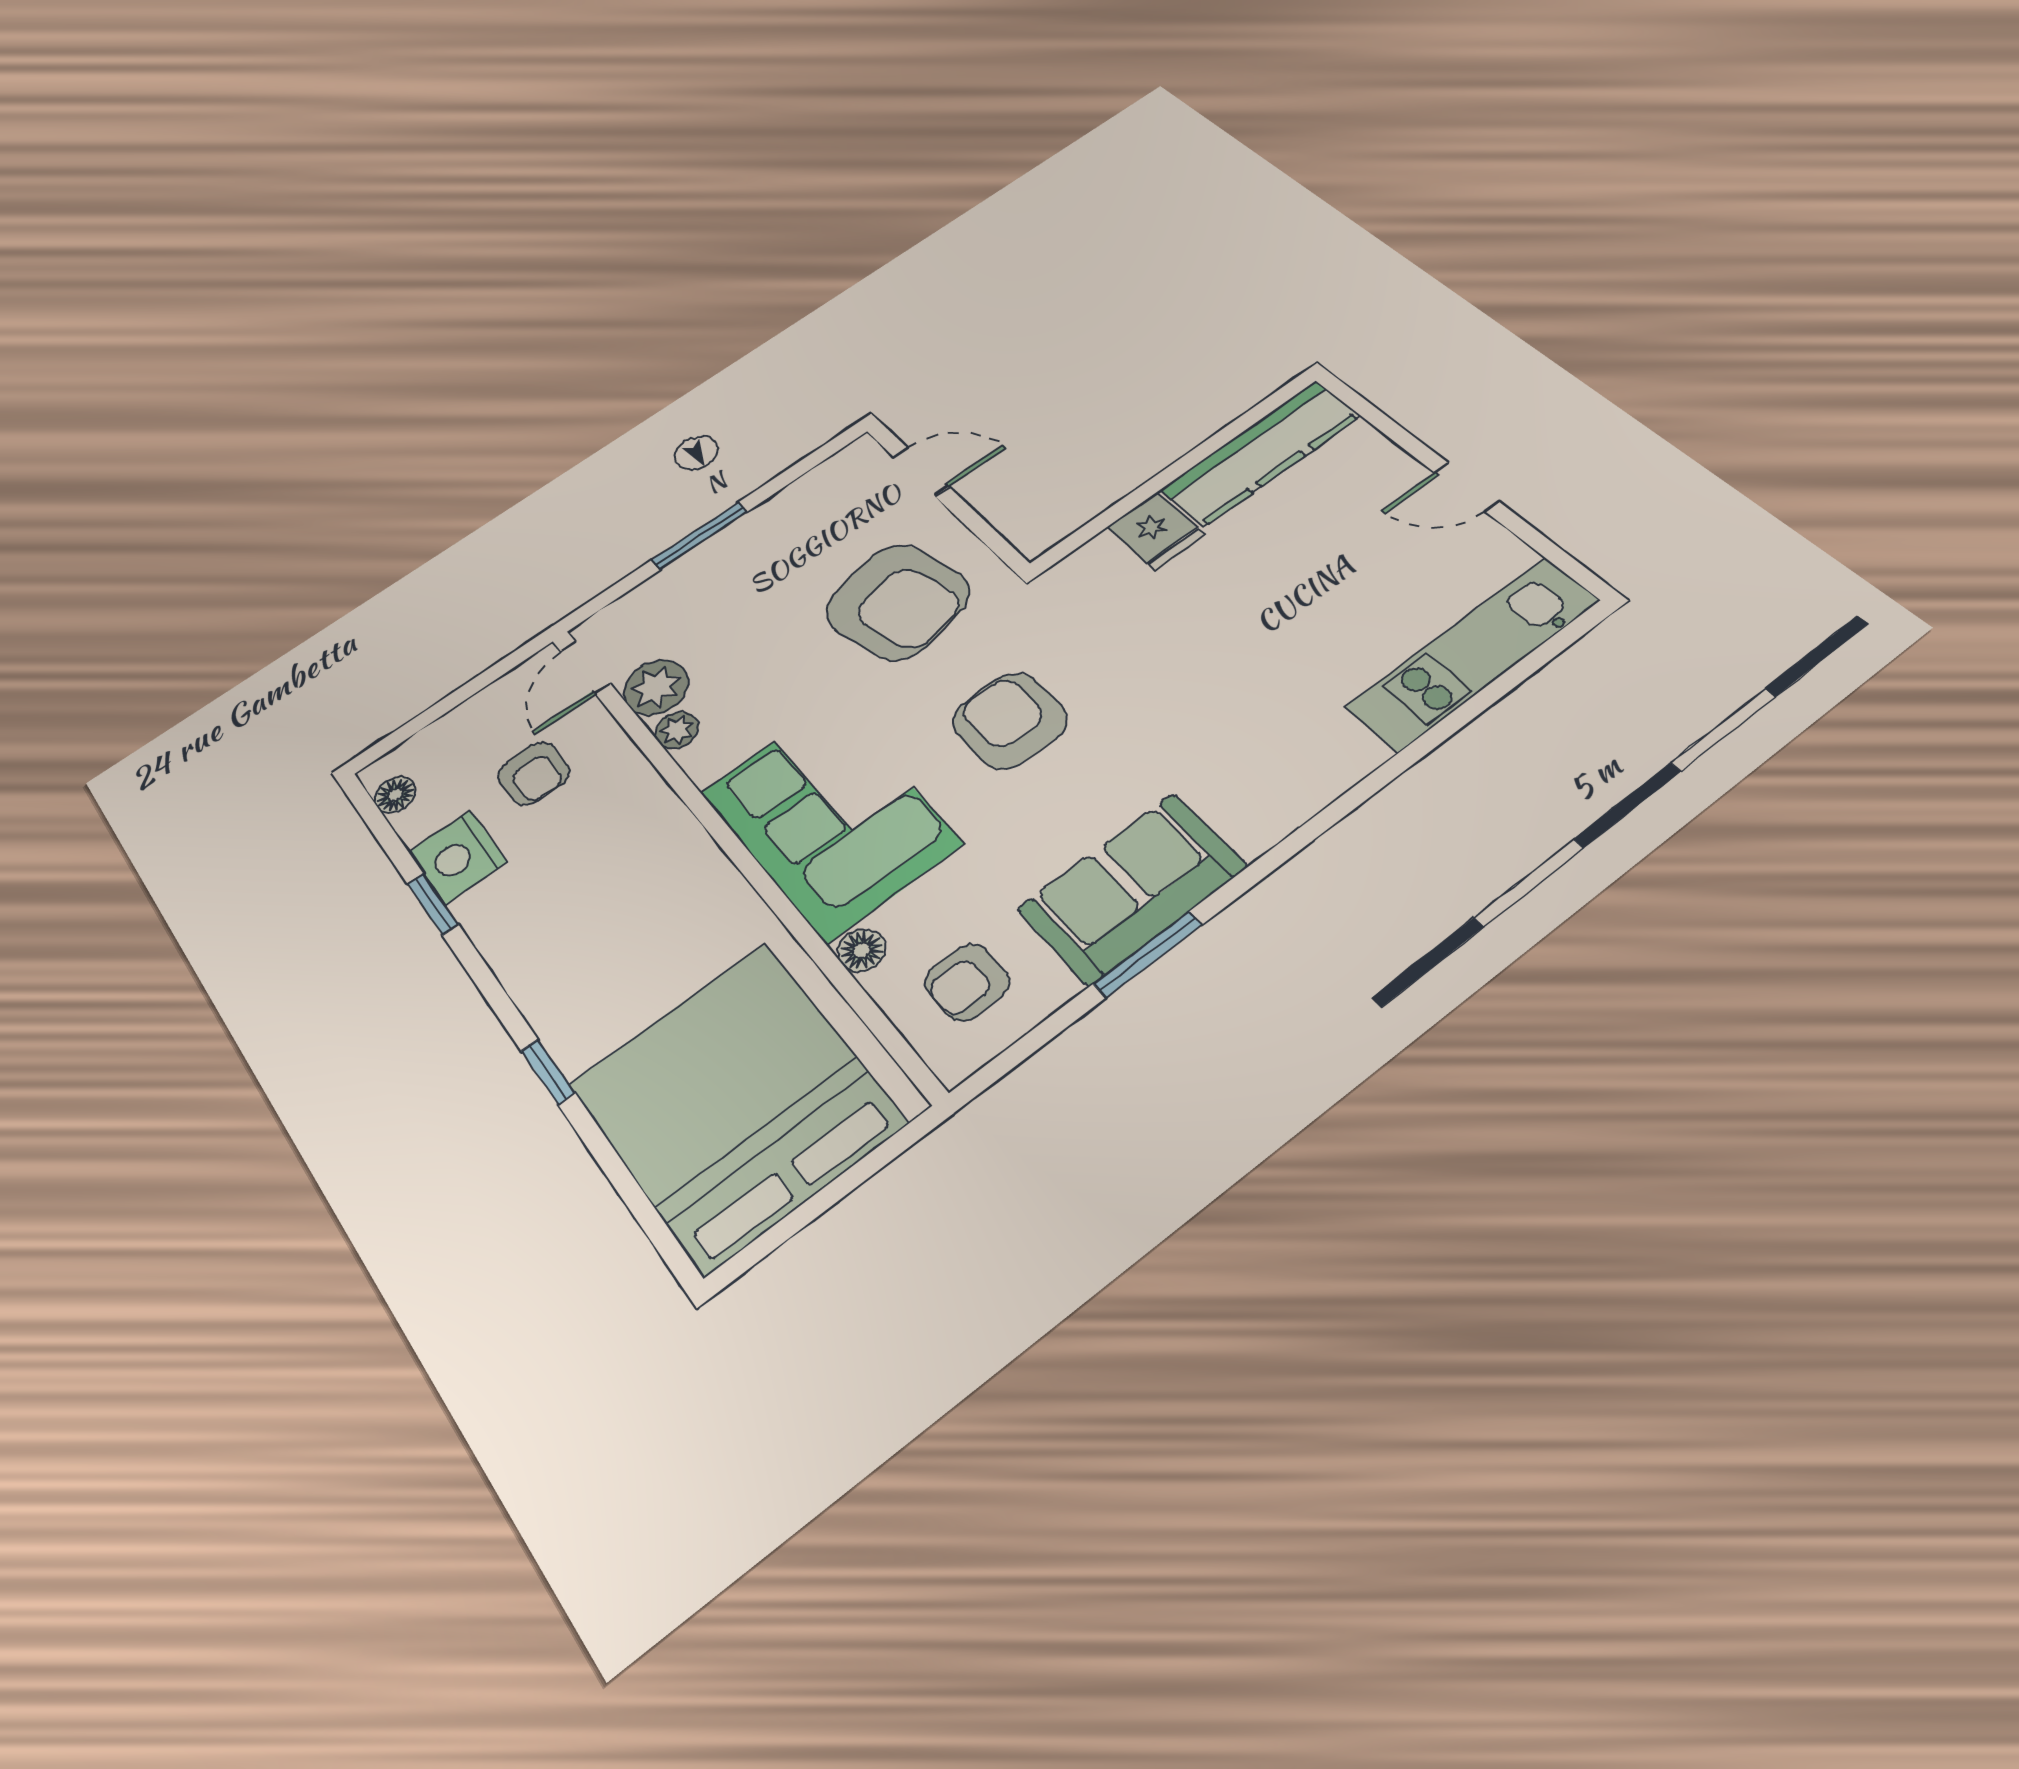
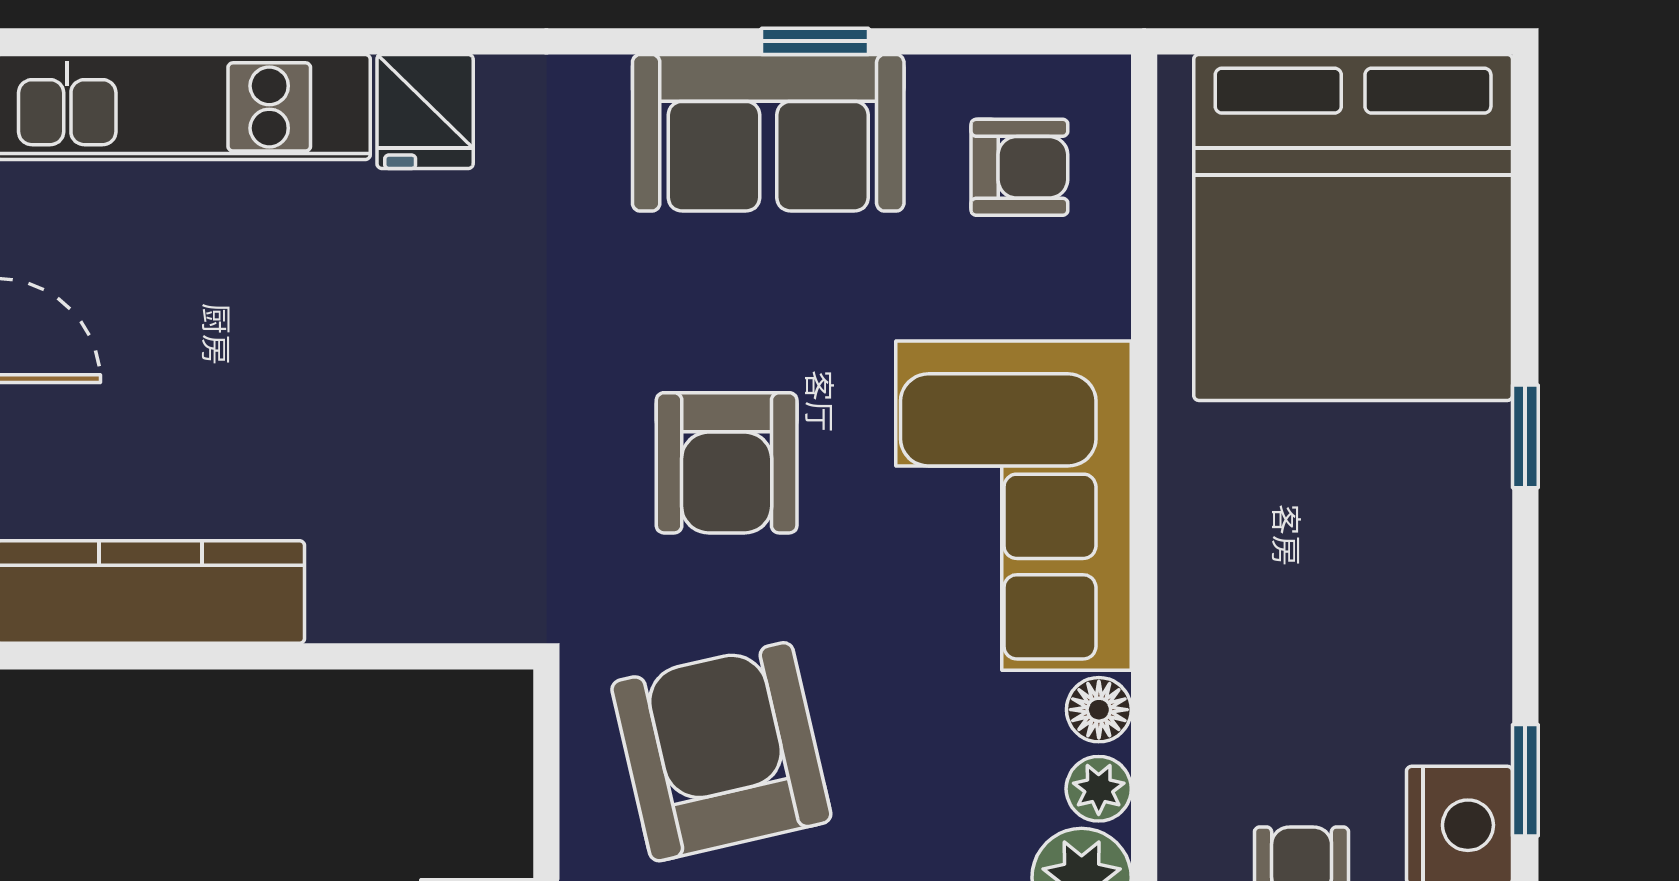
fridge: (1156, 531) -> (425, 111), moved, turned 180
floor lamp: (862, 950) -> (1099, 710), moved
window: (1148, 954) -> (815, 41), width x0.67

